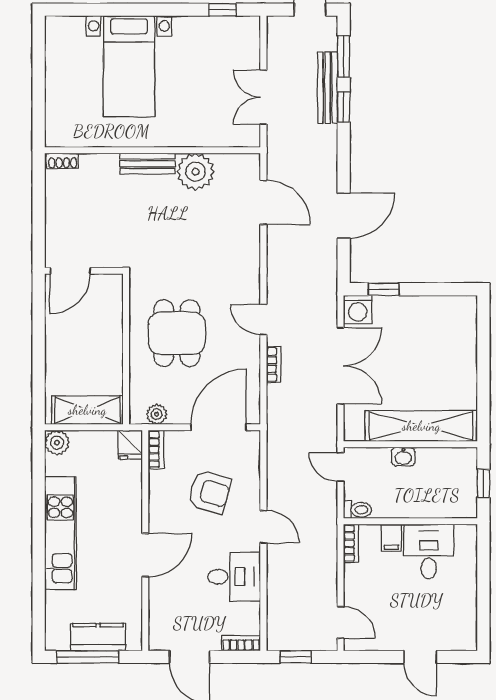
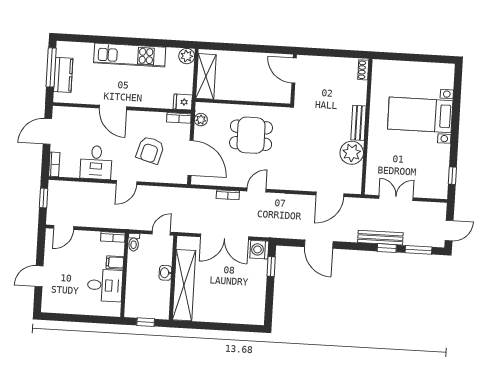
bench: (328, 88) -> (380, 238), moved

